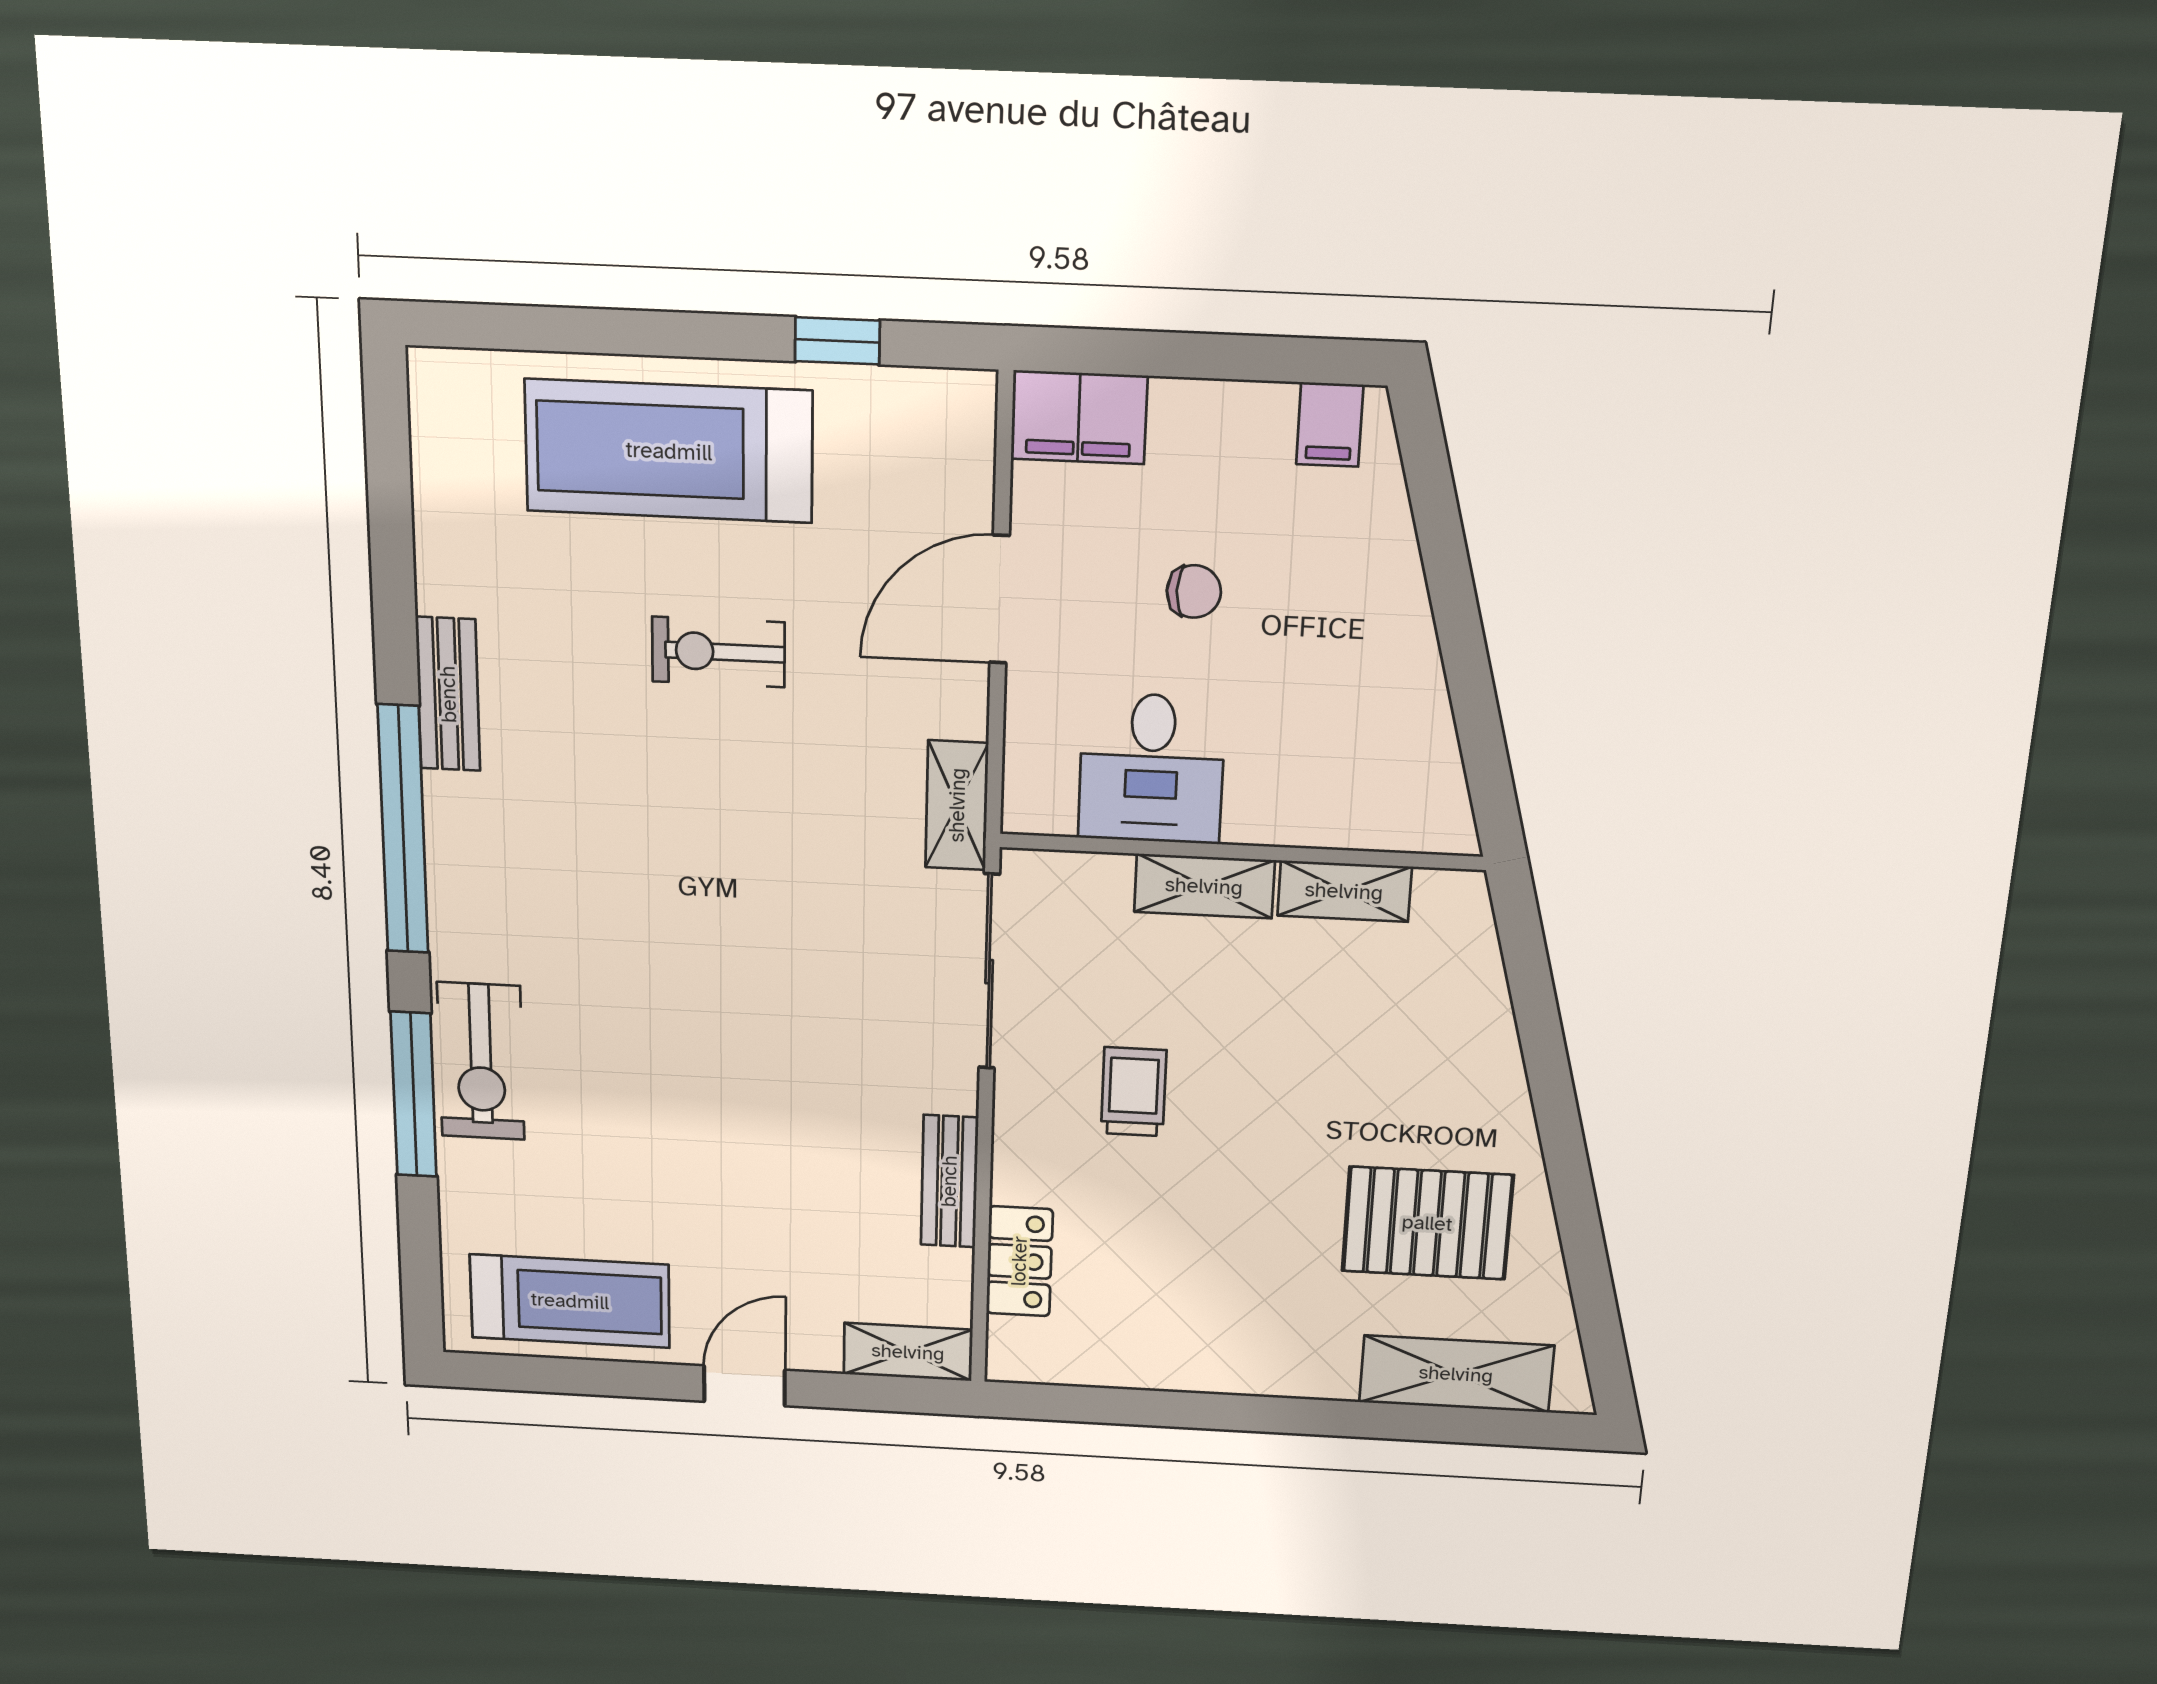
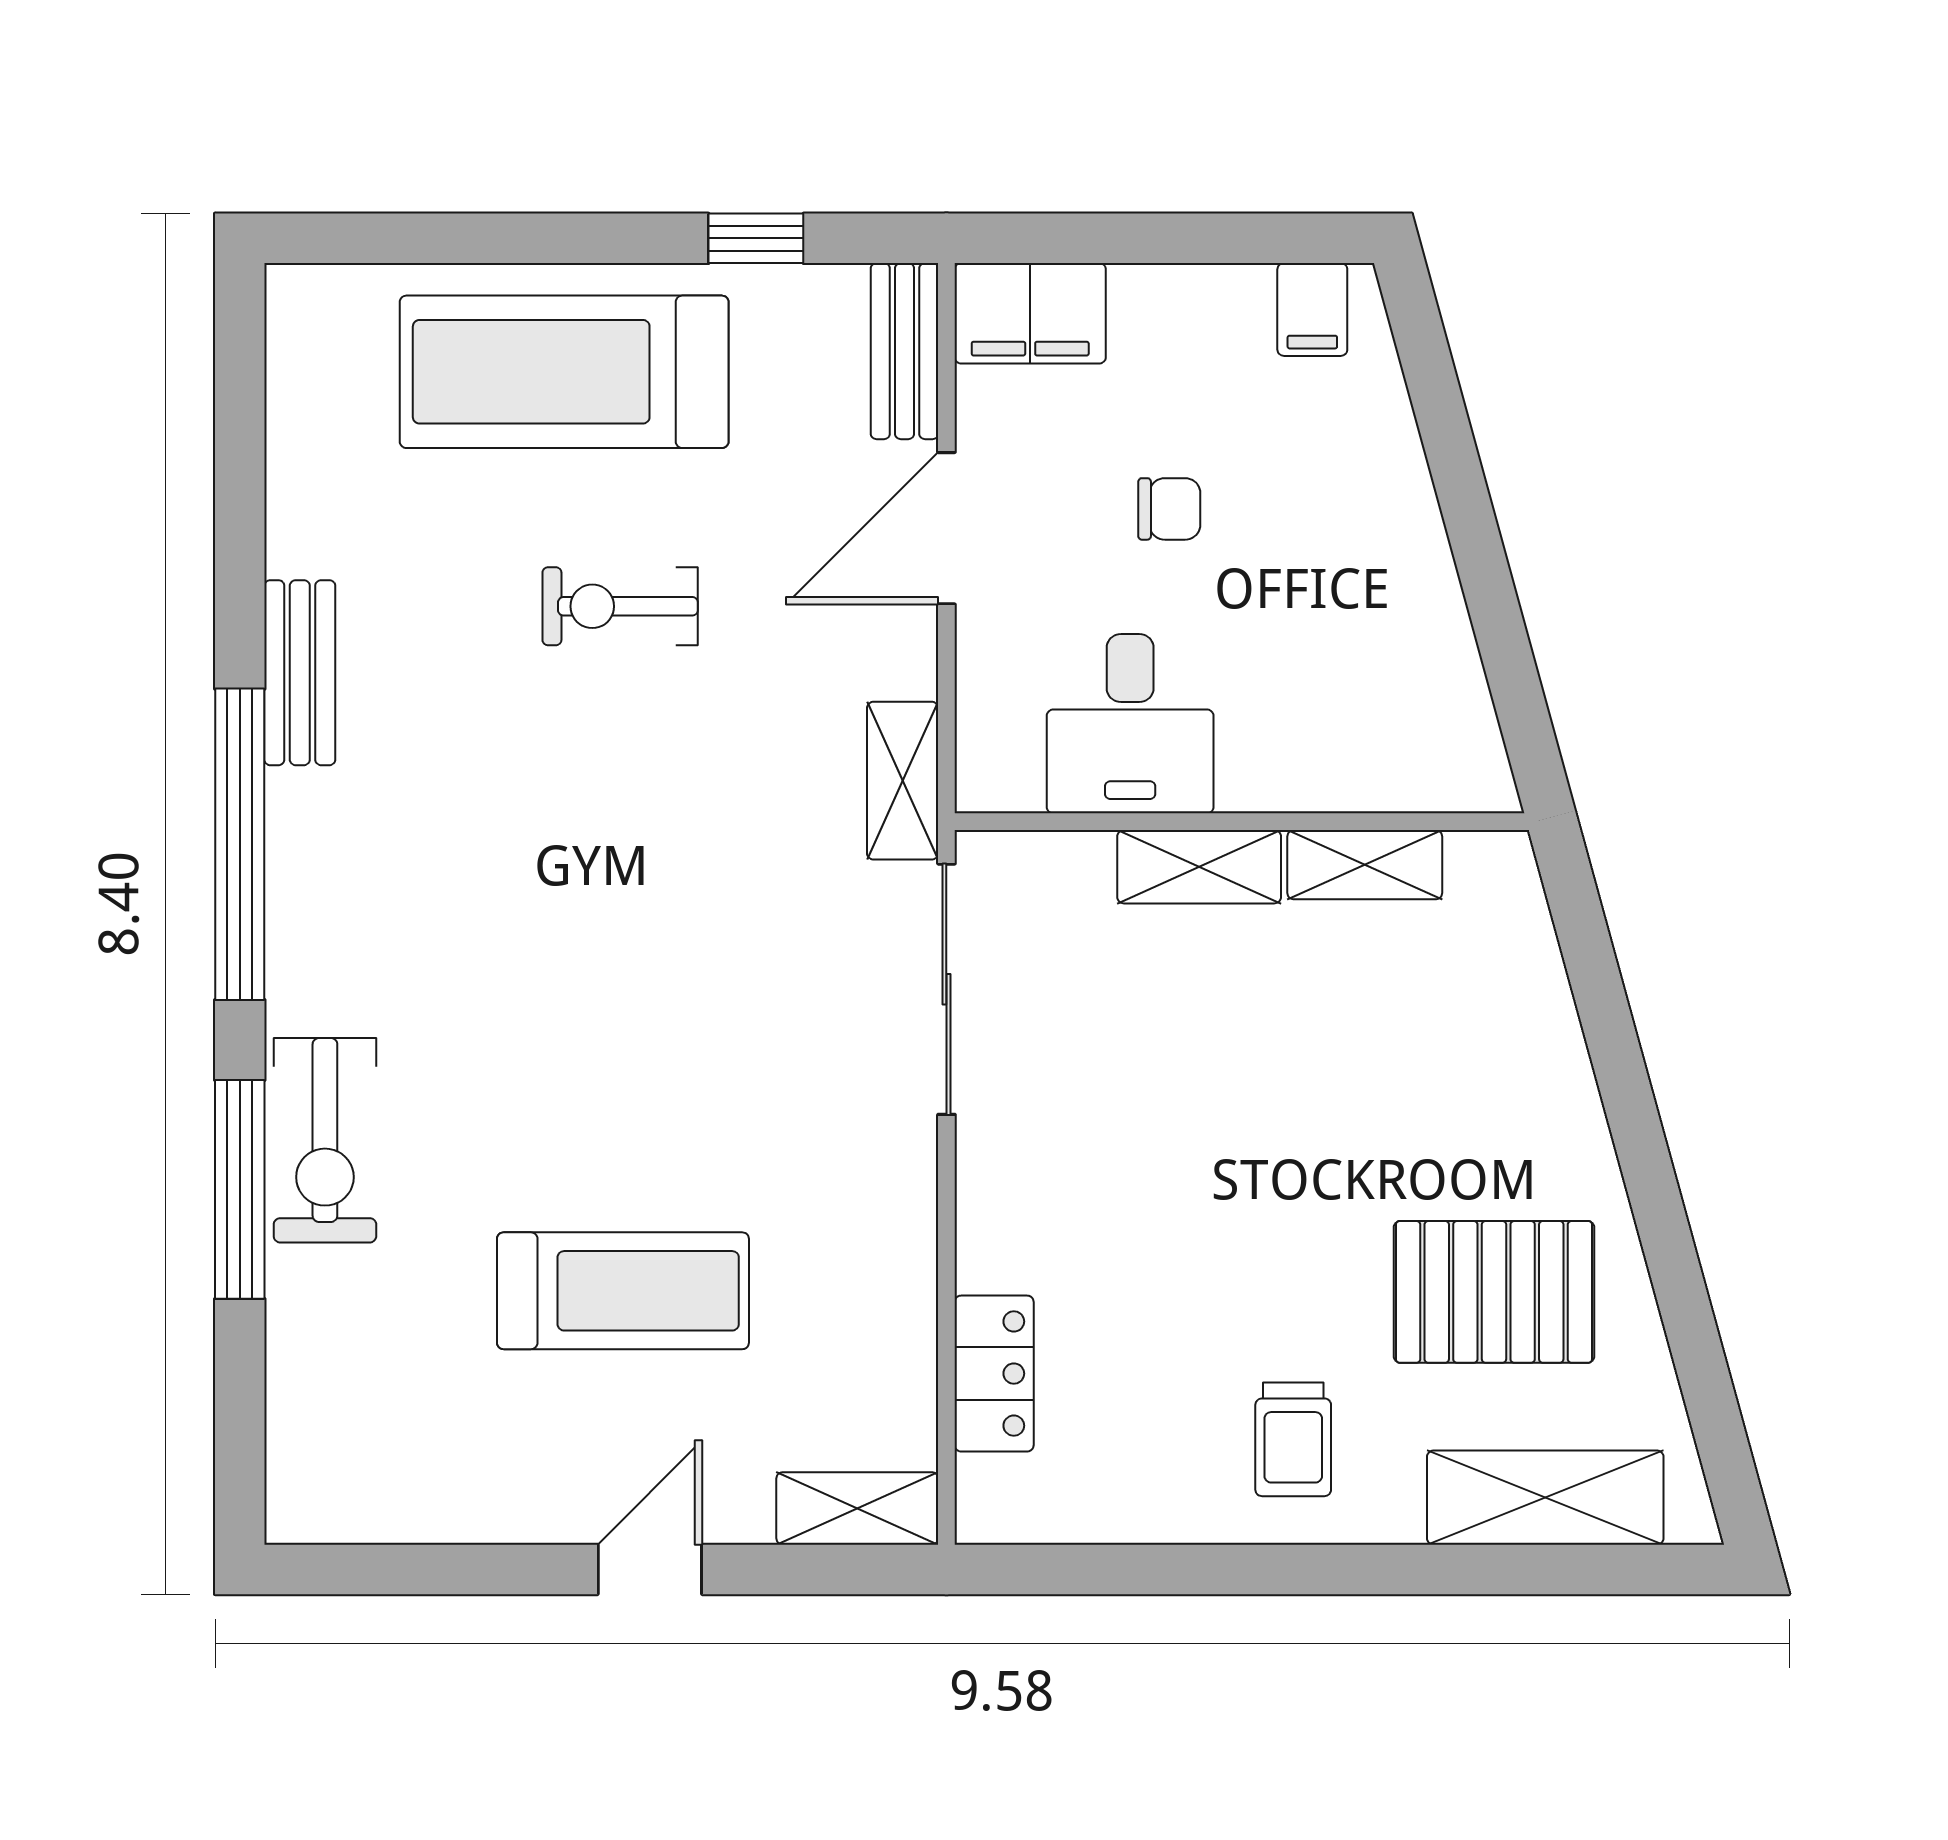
trolley: (1134, 1092) -> (1293, 1439), moved, turned 180
bench: (949, 1181) -> (905, 351), moved
treadmill: (570, 1301) -> (623, 1291), moved

